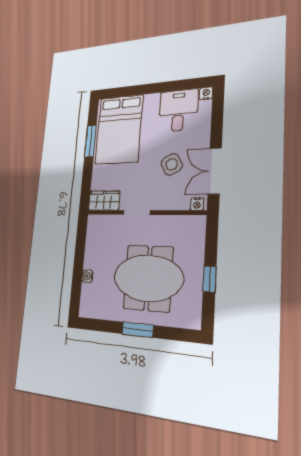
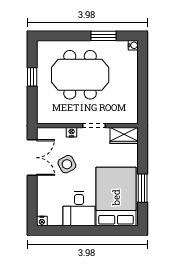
desk: (178, 111) -> (79, 209), moved
nightstand: (197, 204) -> (72, 132), moved
water cooler: (87, 276) -> (133, 45), moved
window: (138, 330) -> (104, 36), moved

